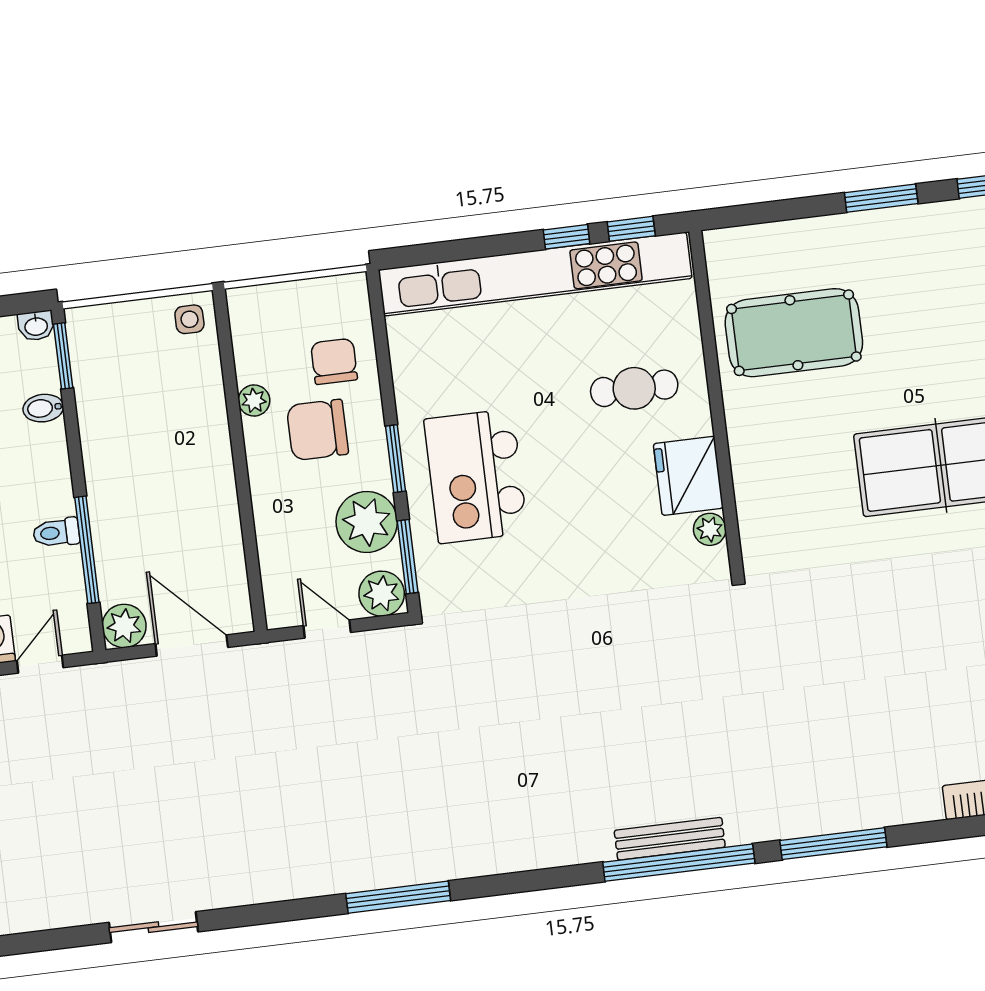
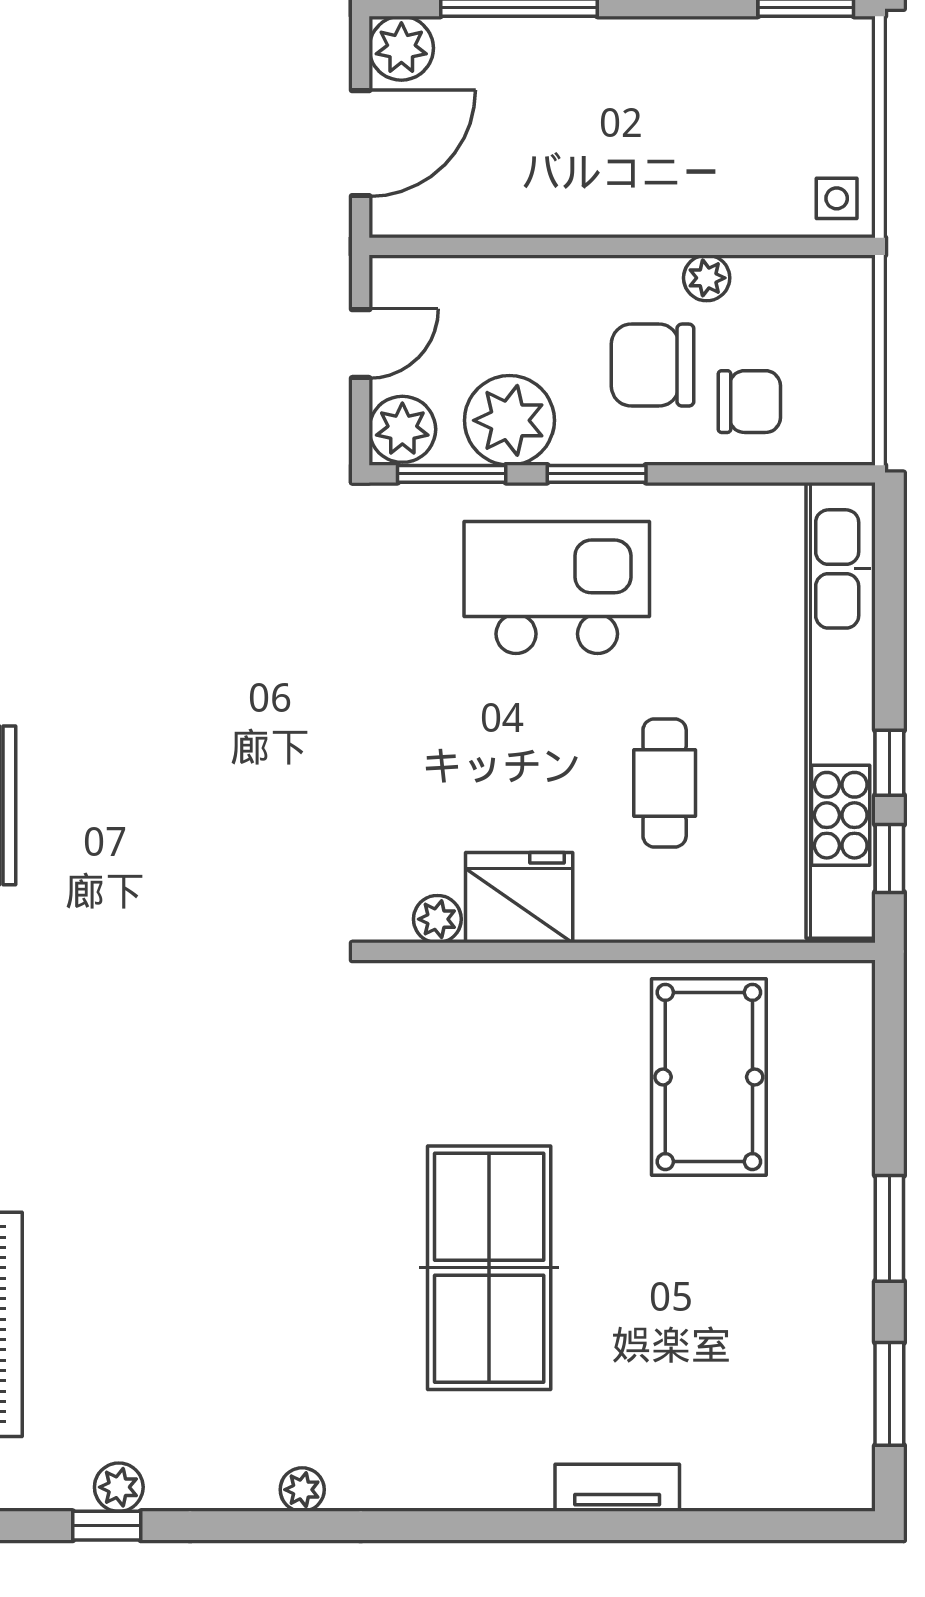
cafe table: (634, 388) -> (665, 783), moved
chair: (317, 430) -> (652, 365), turned -90

